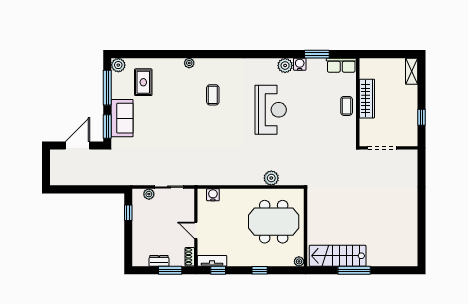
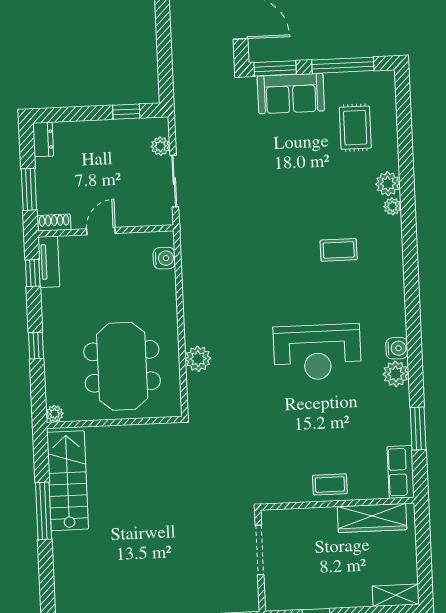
water cooler: (300, 64) -> (397, 348), moved
plant: (118, 65) -> (388, 184), moved
rug: (143, 82) -> (355, 128), turned 90
wardrobe: (367, 99) -> (372, 518), moved
dresser: (159, 261) -> (43, 139), moved

